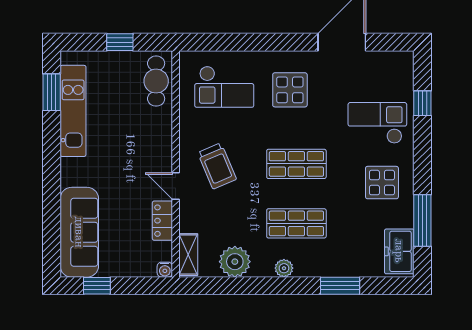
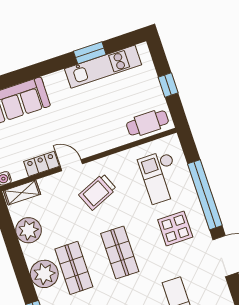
window: (262, 42) -> (205, 195), added
window: (52, 92) -> (90, 53), moved
door: (176, 186) -> (71, 165), hinge flipped
plant: (284, 268) -> (44, 274), width x1.88, depth x1.88

